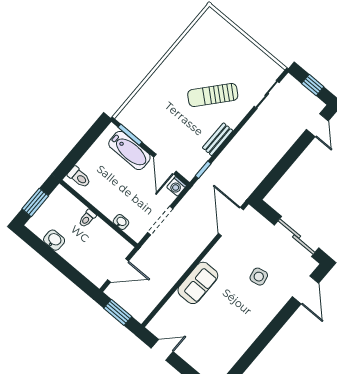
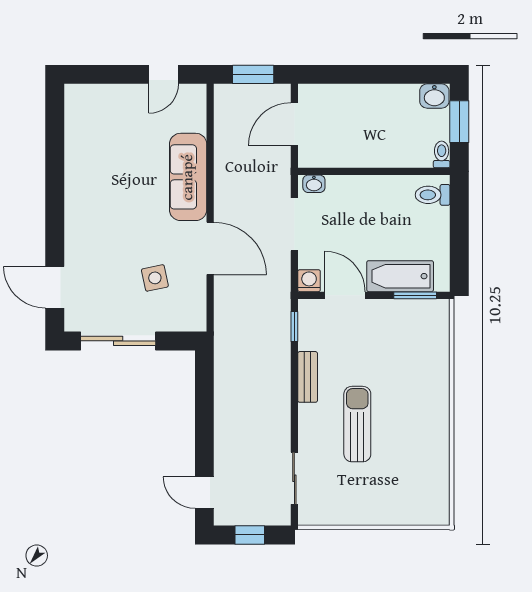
sun lounger: (213, 95) -> (357, 424), turned -41
toilet: (87, 218) -> (442, 154), moved
washbasin: (121, 222) -> (314, 184), moved
door: (231, 222) -> (210, 248), moved
washbasin: (54, 240) -> (434, 96), moved
side table: (259, 277) -> (155, 278), moved
sofa: (198, 283) -> (188, 177), width x1.36

